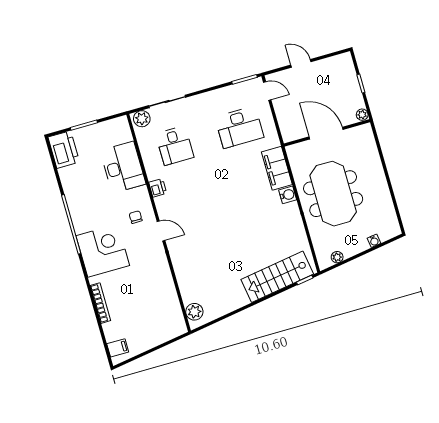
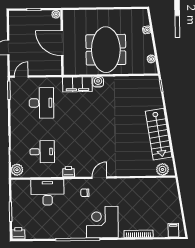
door: (326, 133) -> (62, 43), hinge flipped
printer: (64, 150) -> (18, 233), width x0.53, depth x0.68
meeting table: (333, 194) -> (106, 50), turned 90
stairs: (277, 277) -> (159, 134), moved

